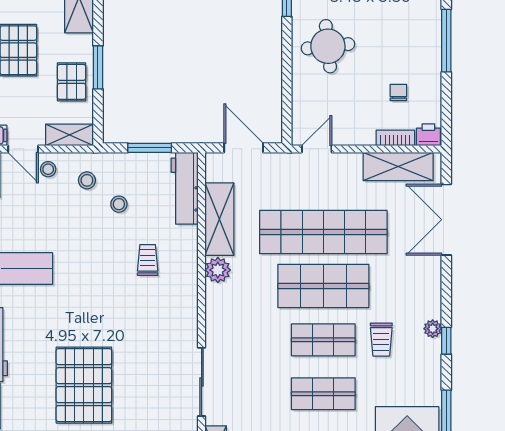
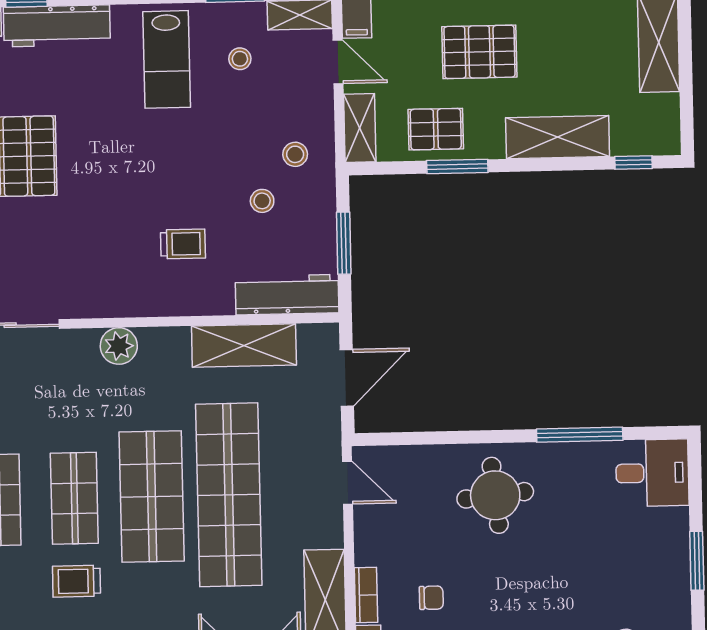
door: (23, 149) -> (338, 62), swing flipped
stool: (48, 169) -> (240, 59), moved
plant: (218, 270) -> (119, 346), moved

